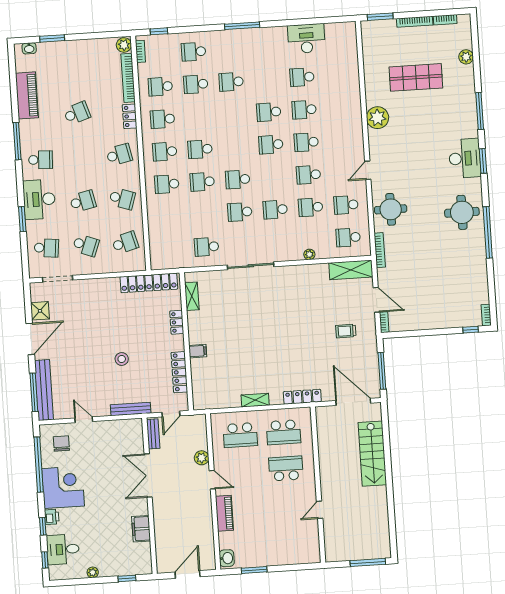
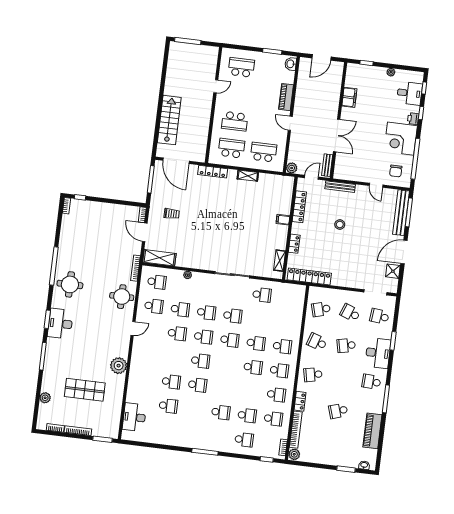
desk: (306, 39) -> (134, 417), moved, turned 90
school desk: (306, 142) -> (203, 337), moved
plant: (202, 458) -> (292, 168), moved
school desk: (291, 541) -> (241, 67), added

